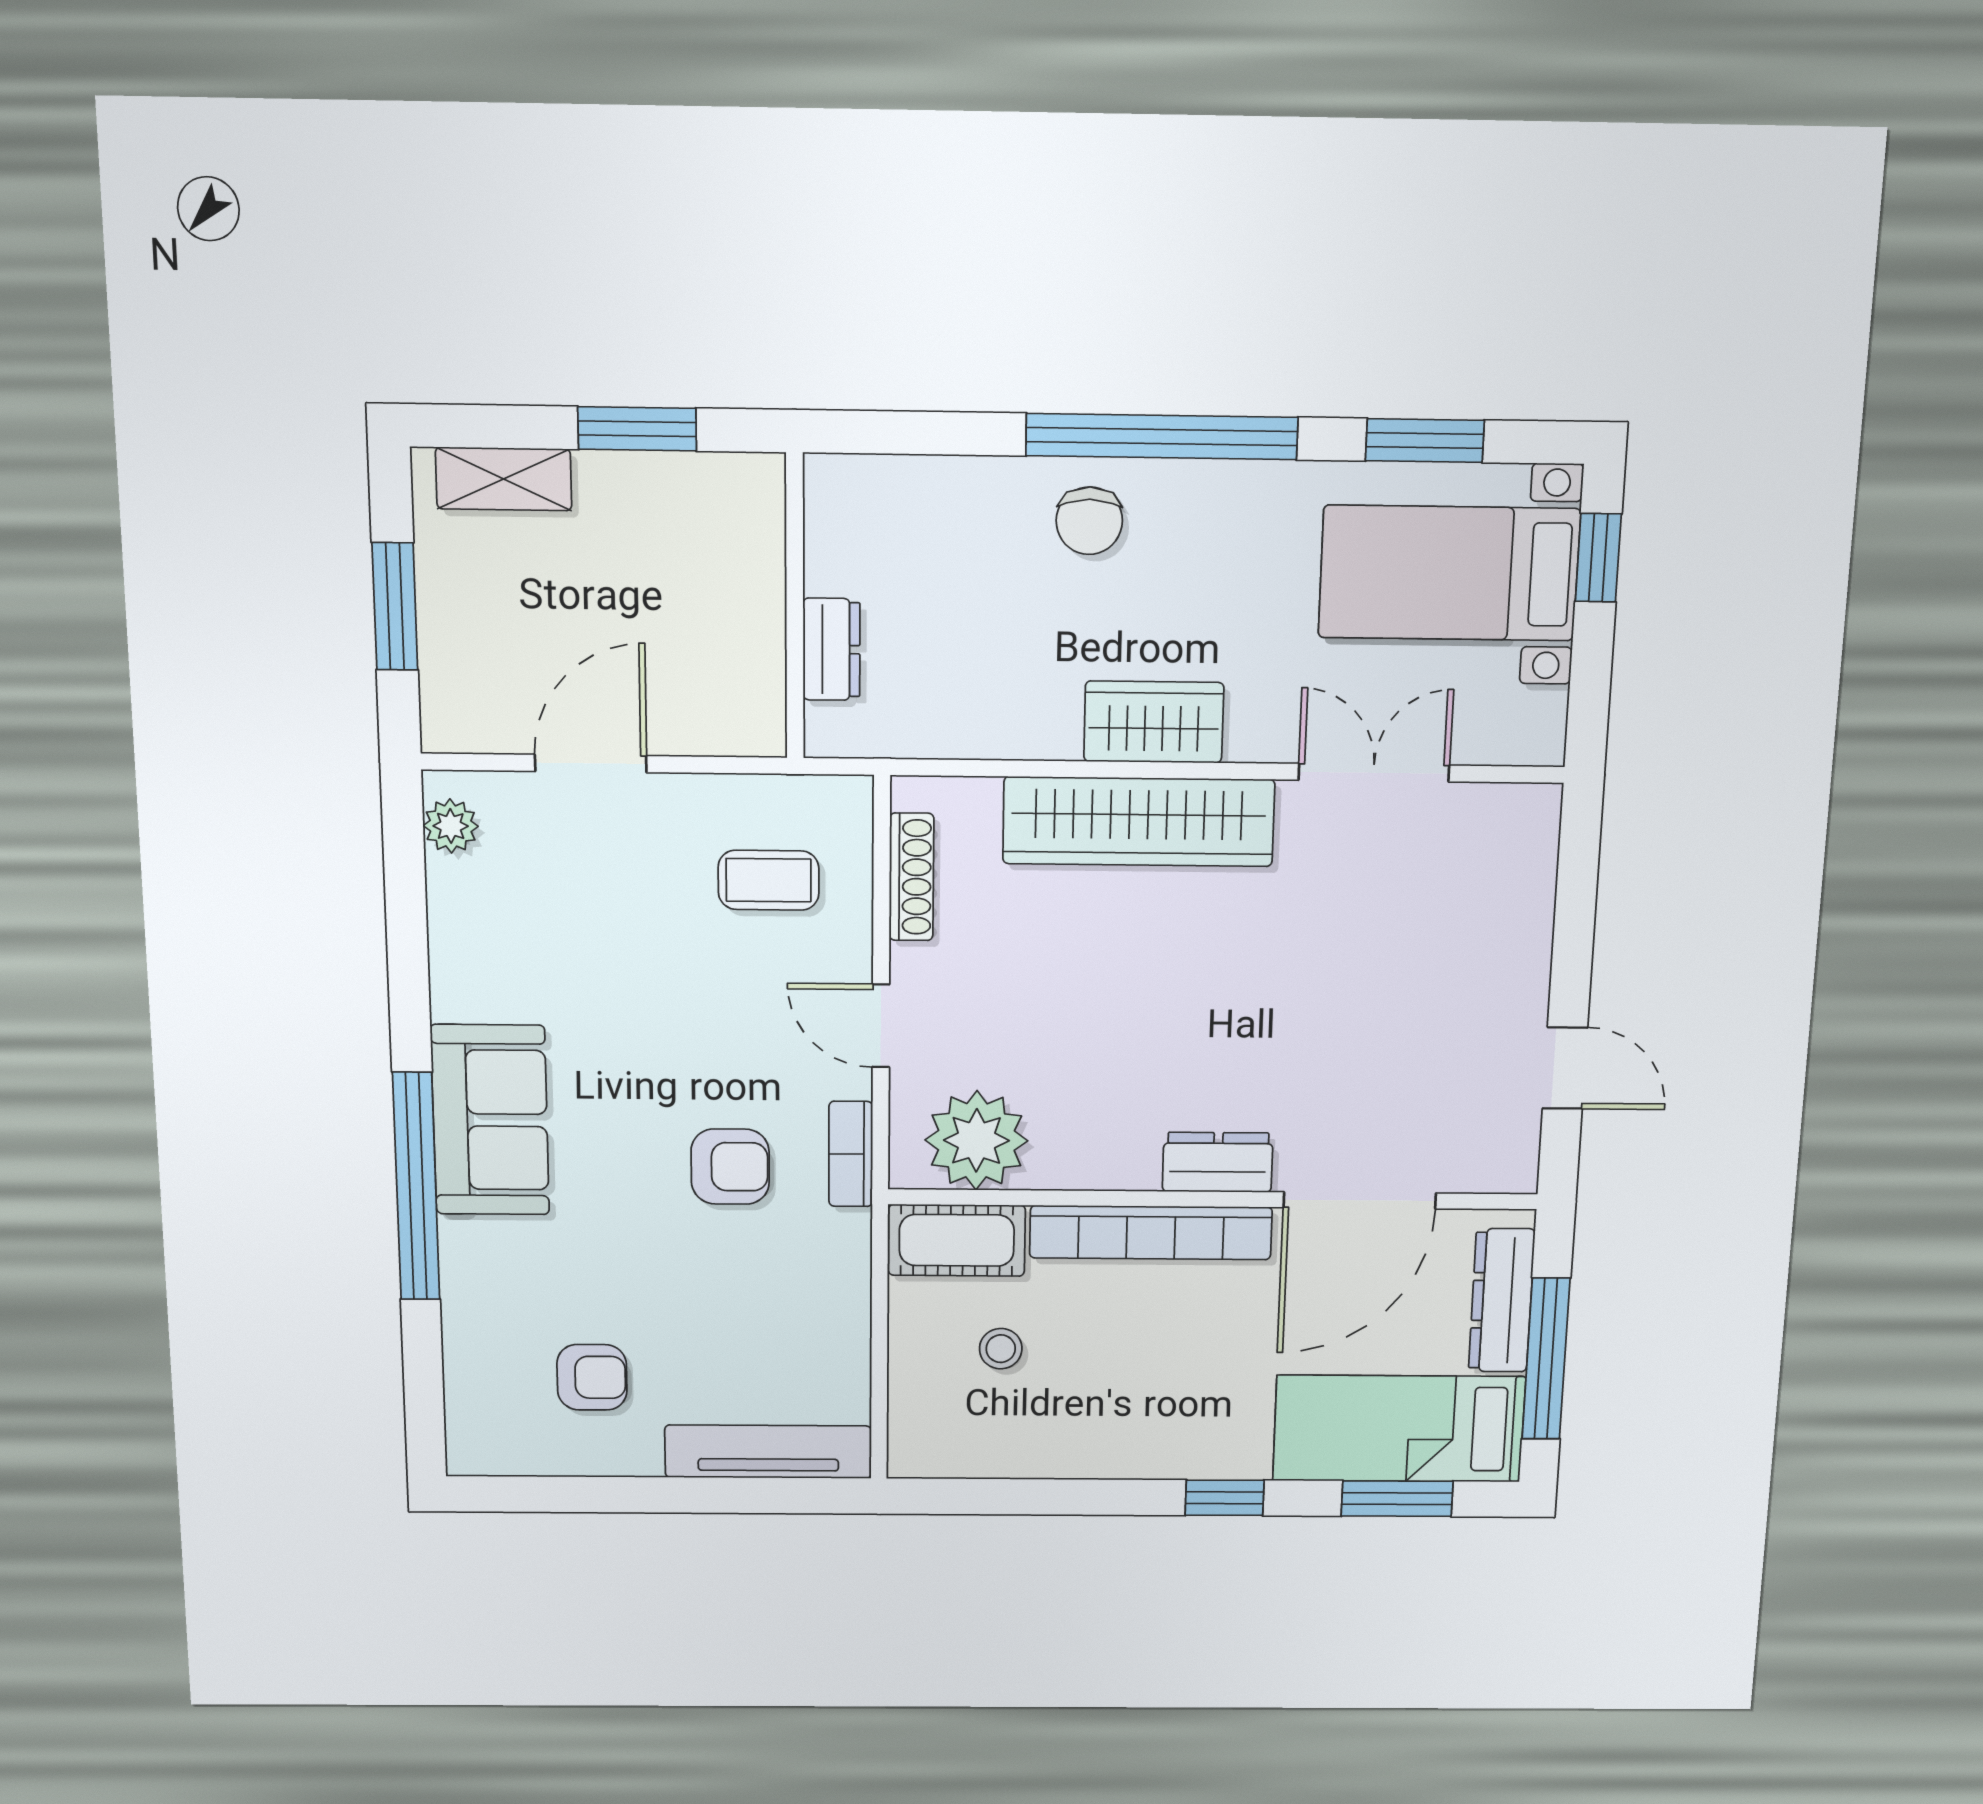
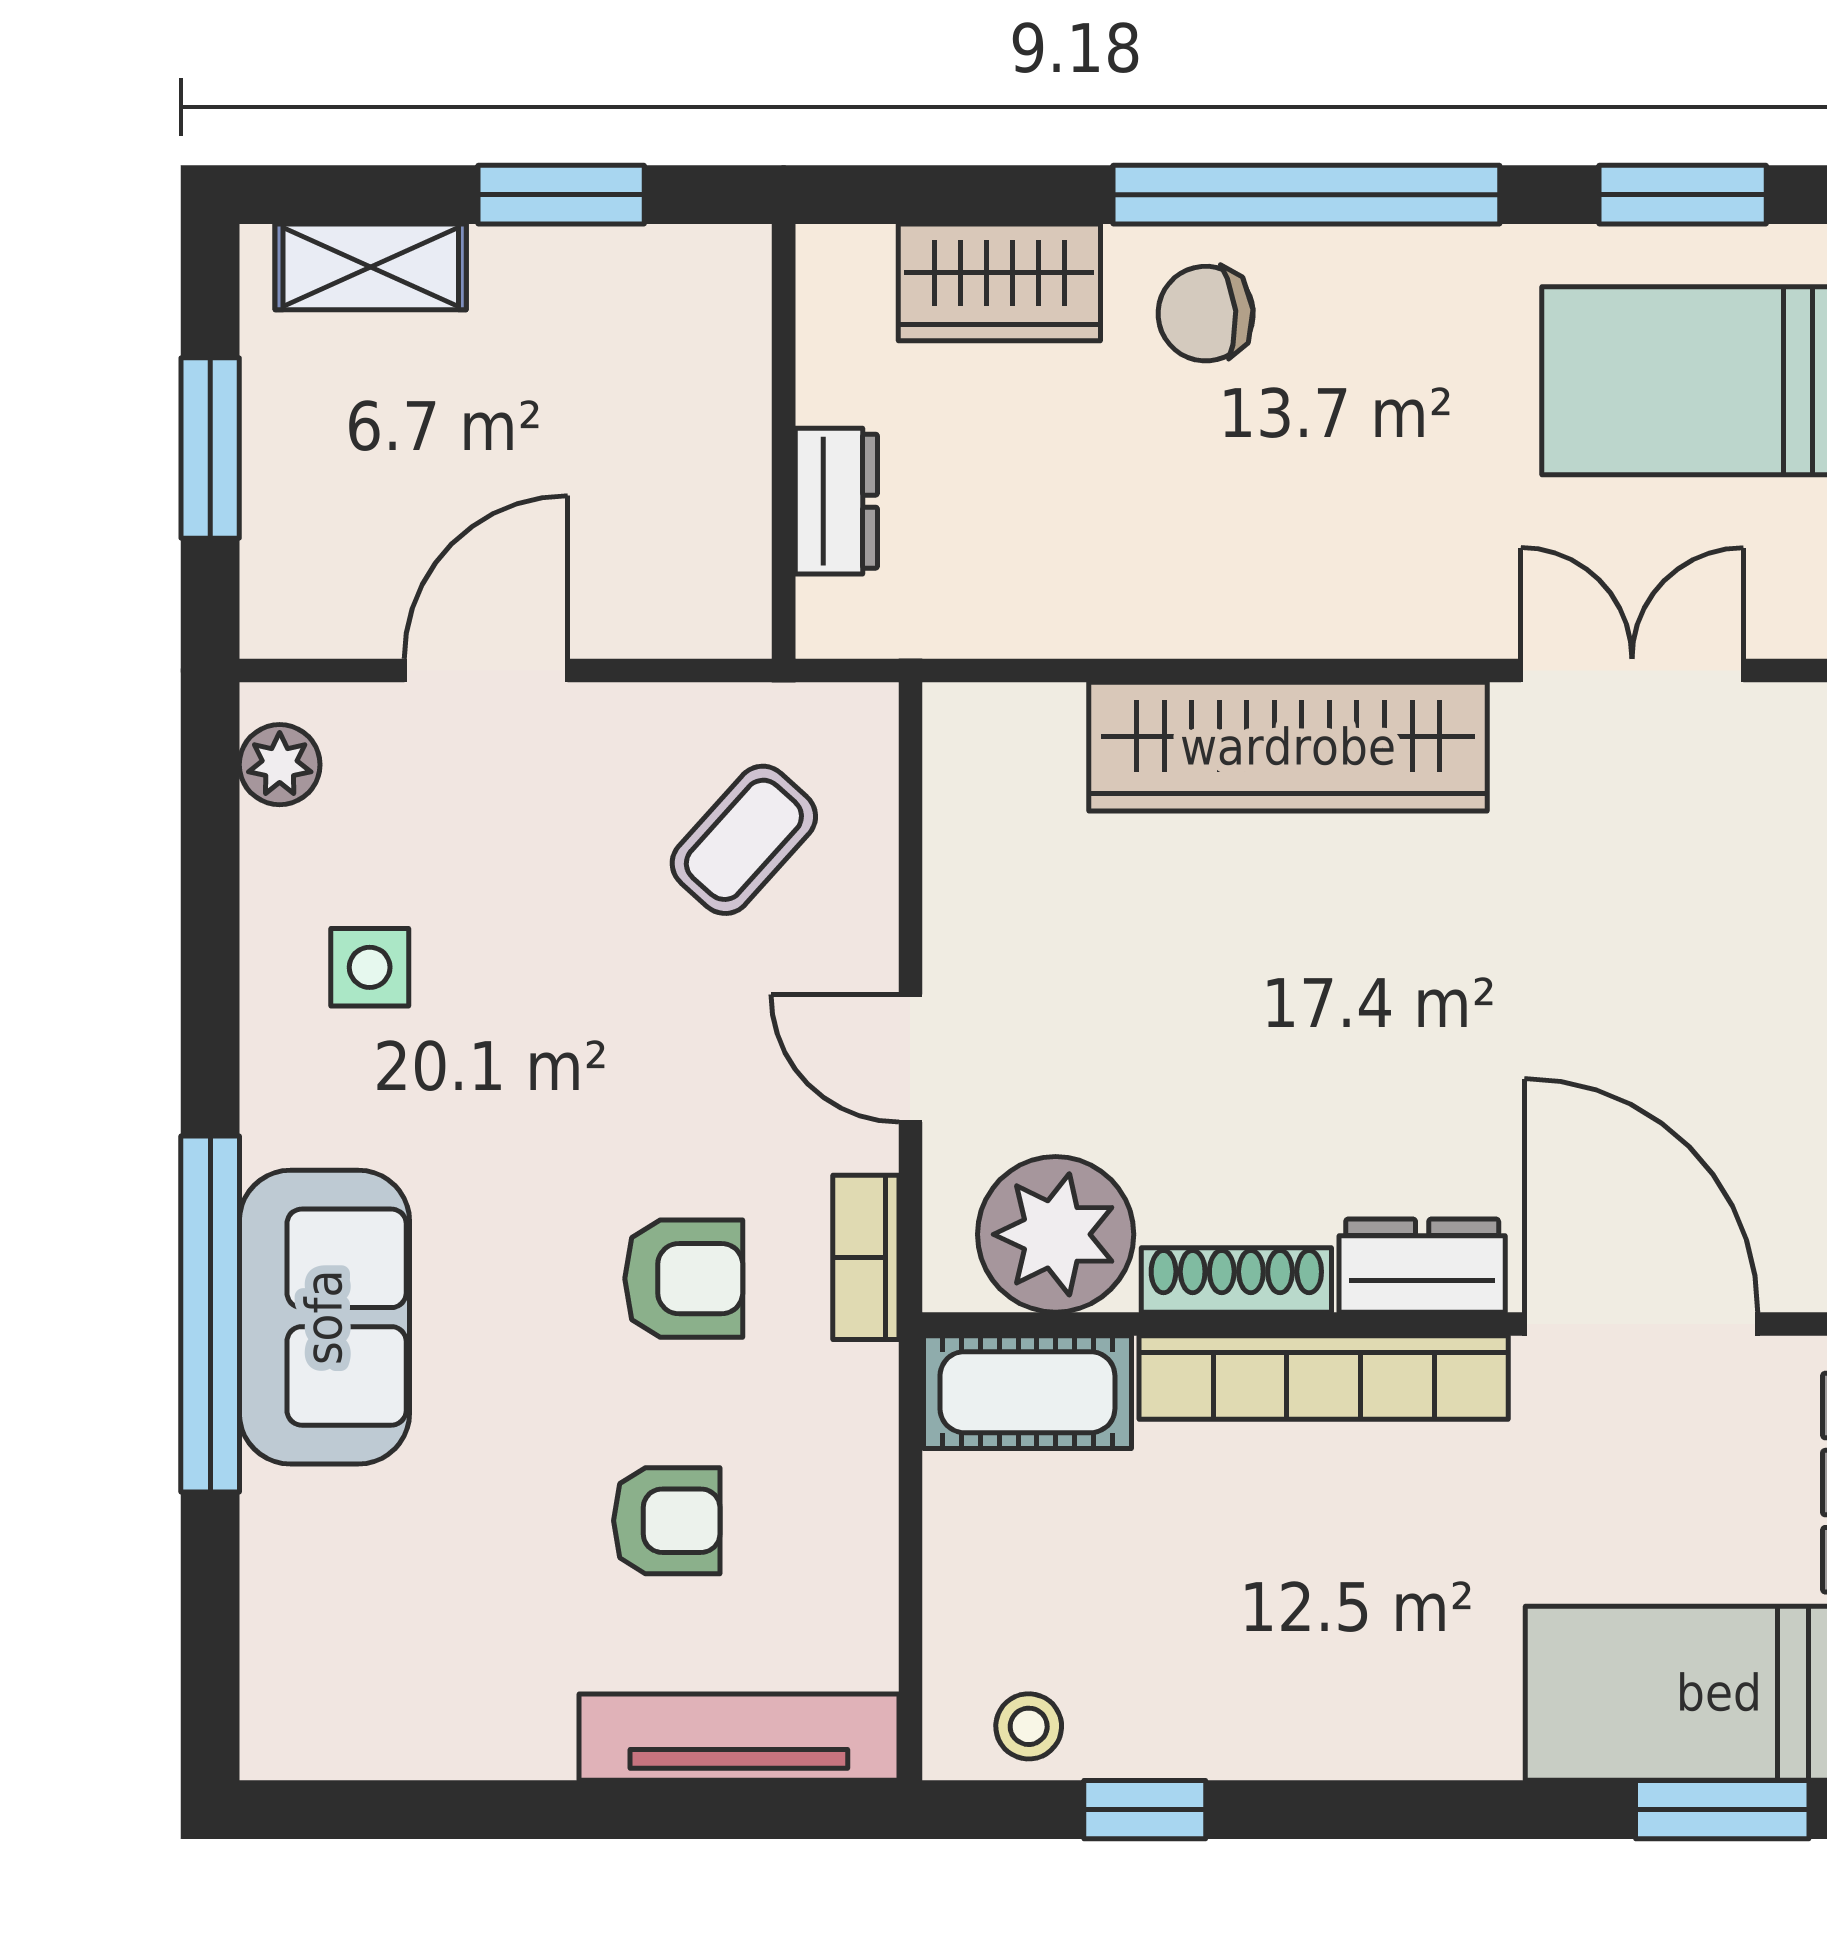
chair: (1089, 521) -> (1206, 314), turned 85
wardrobe: (1154, 722) -> (999, 282), moved, turned 180
shoe rack: (911, 877) -> (1236, 1280), moved, turned -90
coffee table: (769, 880) -> (744, 840), turned -48
side table: (516, 962) -> (370, 967), added
sofa: (490, 1120) -> (324, 1317), moved
door: (1360, 1200) -> (1641, 1324), swing flipped
stool: (1001, 1349) -> (1029, 1726), moved
armchair: (592, 1377) -> (667, 1521), moved
window: (1225, 1498) -> (1145, 1810), moved

